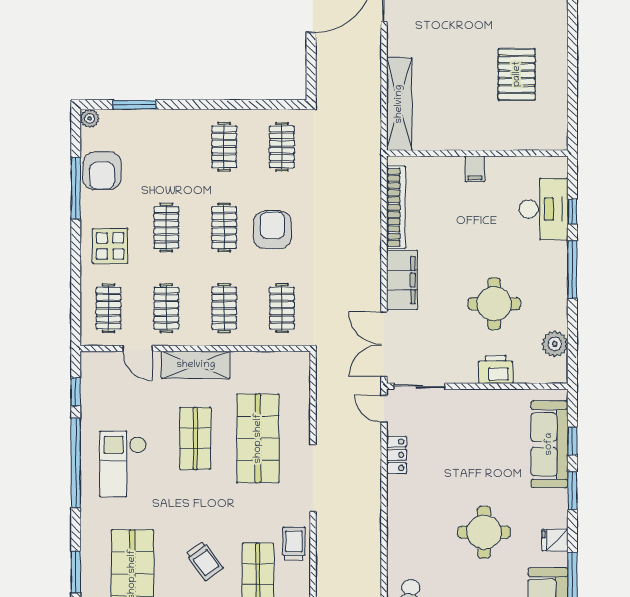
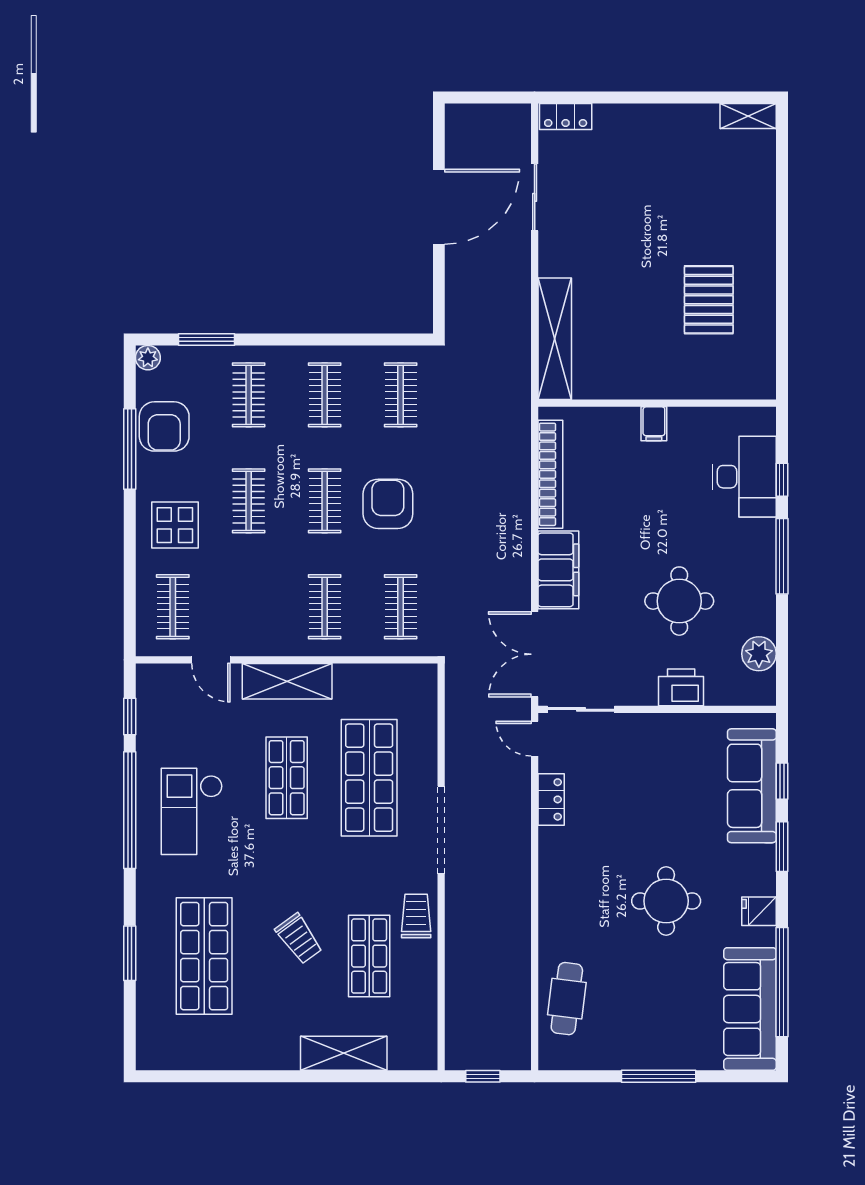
clothes rail: (166, 308) -> (249, 395), moved

